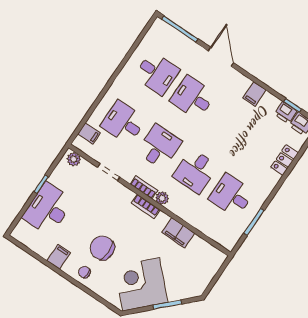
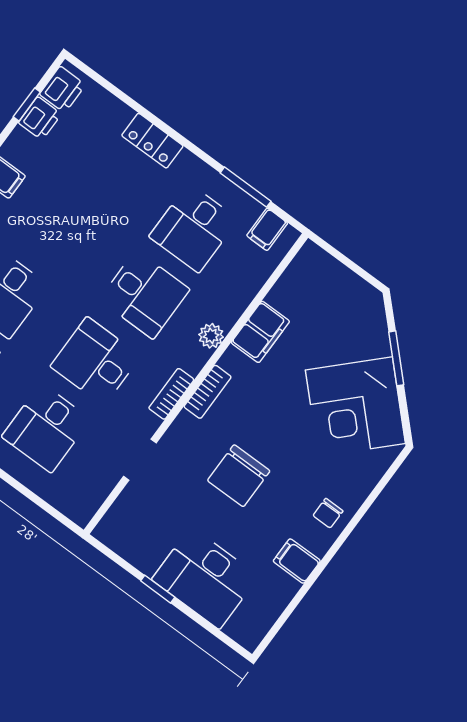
filing cabinet: (89, 133) -> (267, 229), moved, turned 180
plant: (74, 159) -> (112, 525), removed
locker: (284, 160) -> (152, 141), moved
plant: (162, 198) -> (211, 336), moved
chair: (102, 248) -> (239, 476), moved

